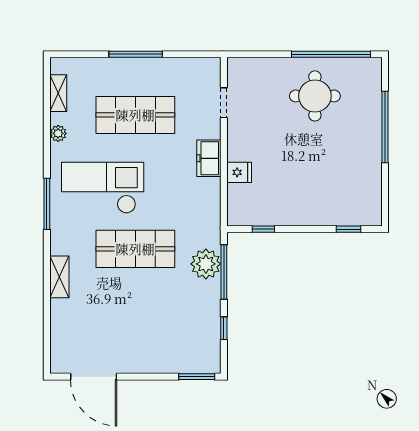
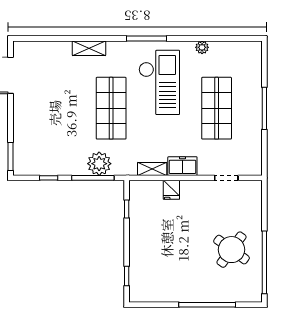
shelving: (58, 93) -> (152, 169), moved
round table: (315, 96) -> (232, 250), turned 36

